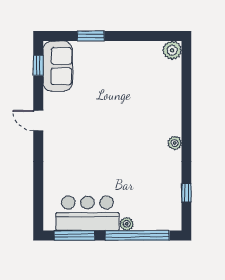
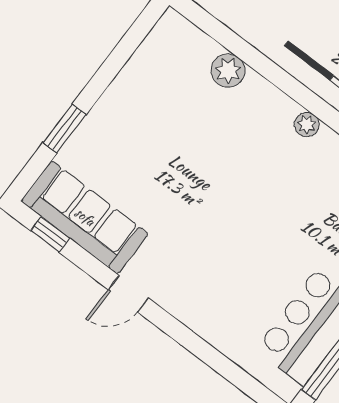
plant: (172, 50) -> (228, 71), moved
sofa: (58, 66) -> (85, 217), width x1.36

